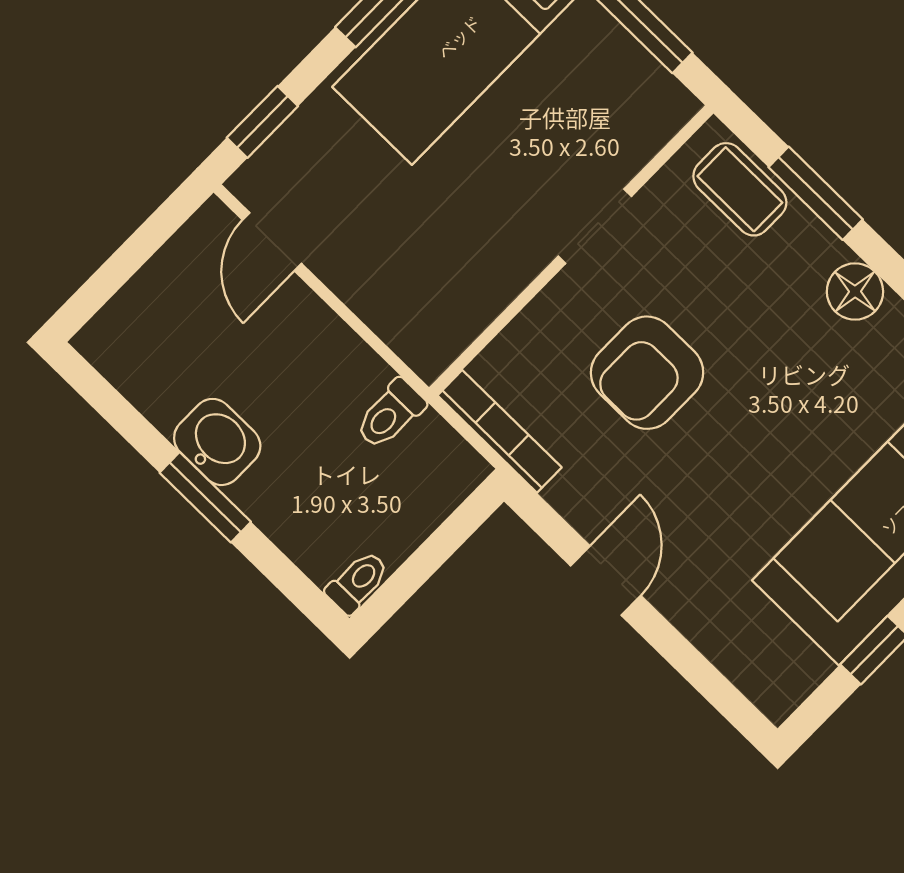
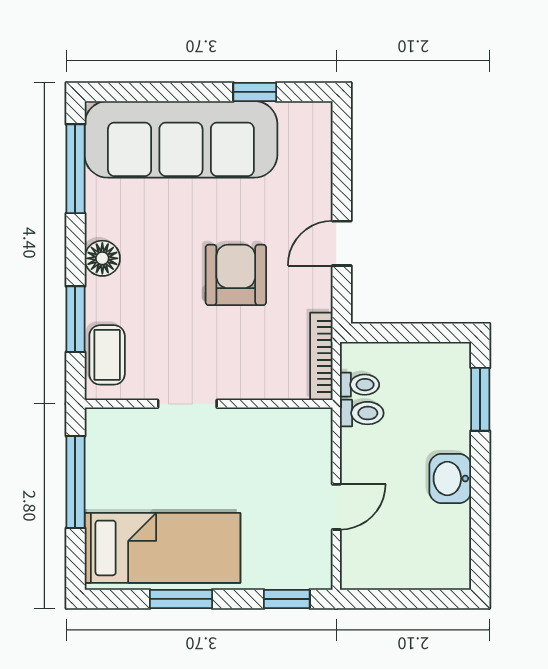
door: (272, 242) -> (336, 507), moved
armchair: (647, 373) -> (236, 275), moved, turned -90
window: (205, 497) -> (480, 399), moved
toilet: (357, 582) -> (360, 385), moved, turned 180

